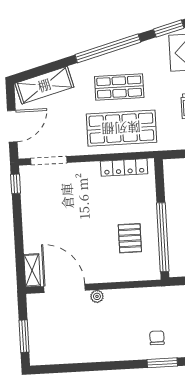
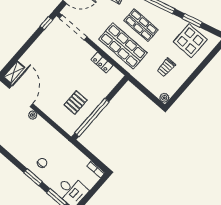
doorway: (49, 160) -> (73, 28), width x1.36
locker: (124, 167) -> (102, 62), width x0.66

